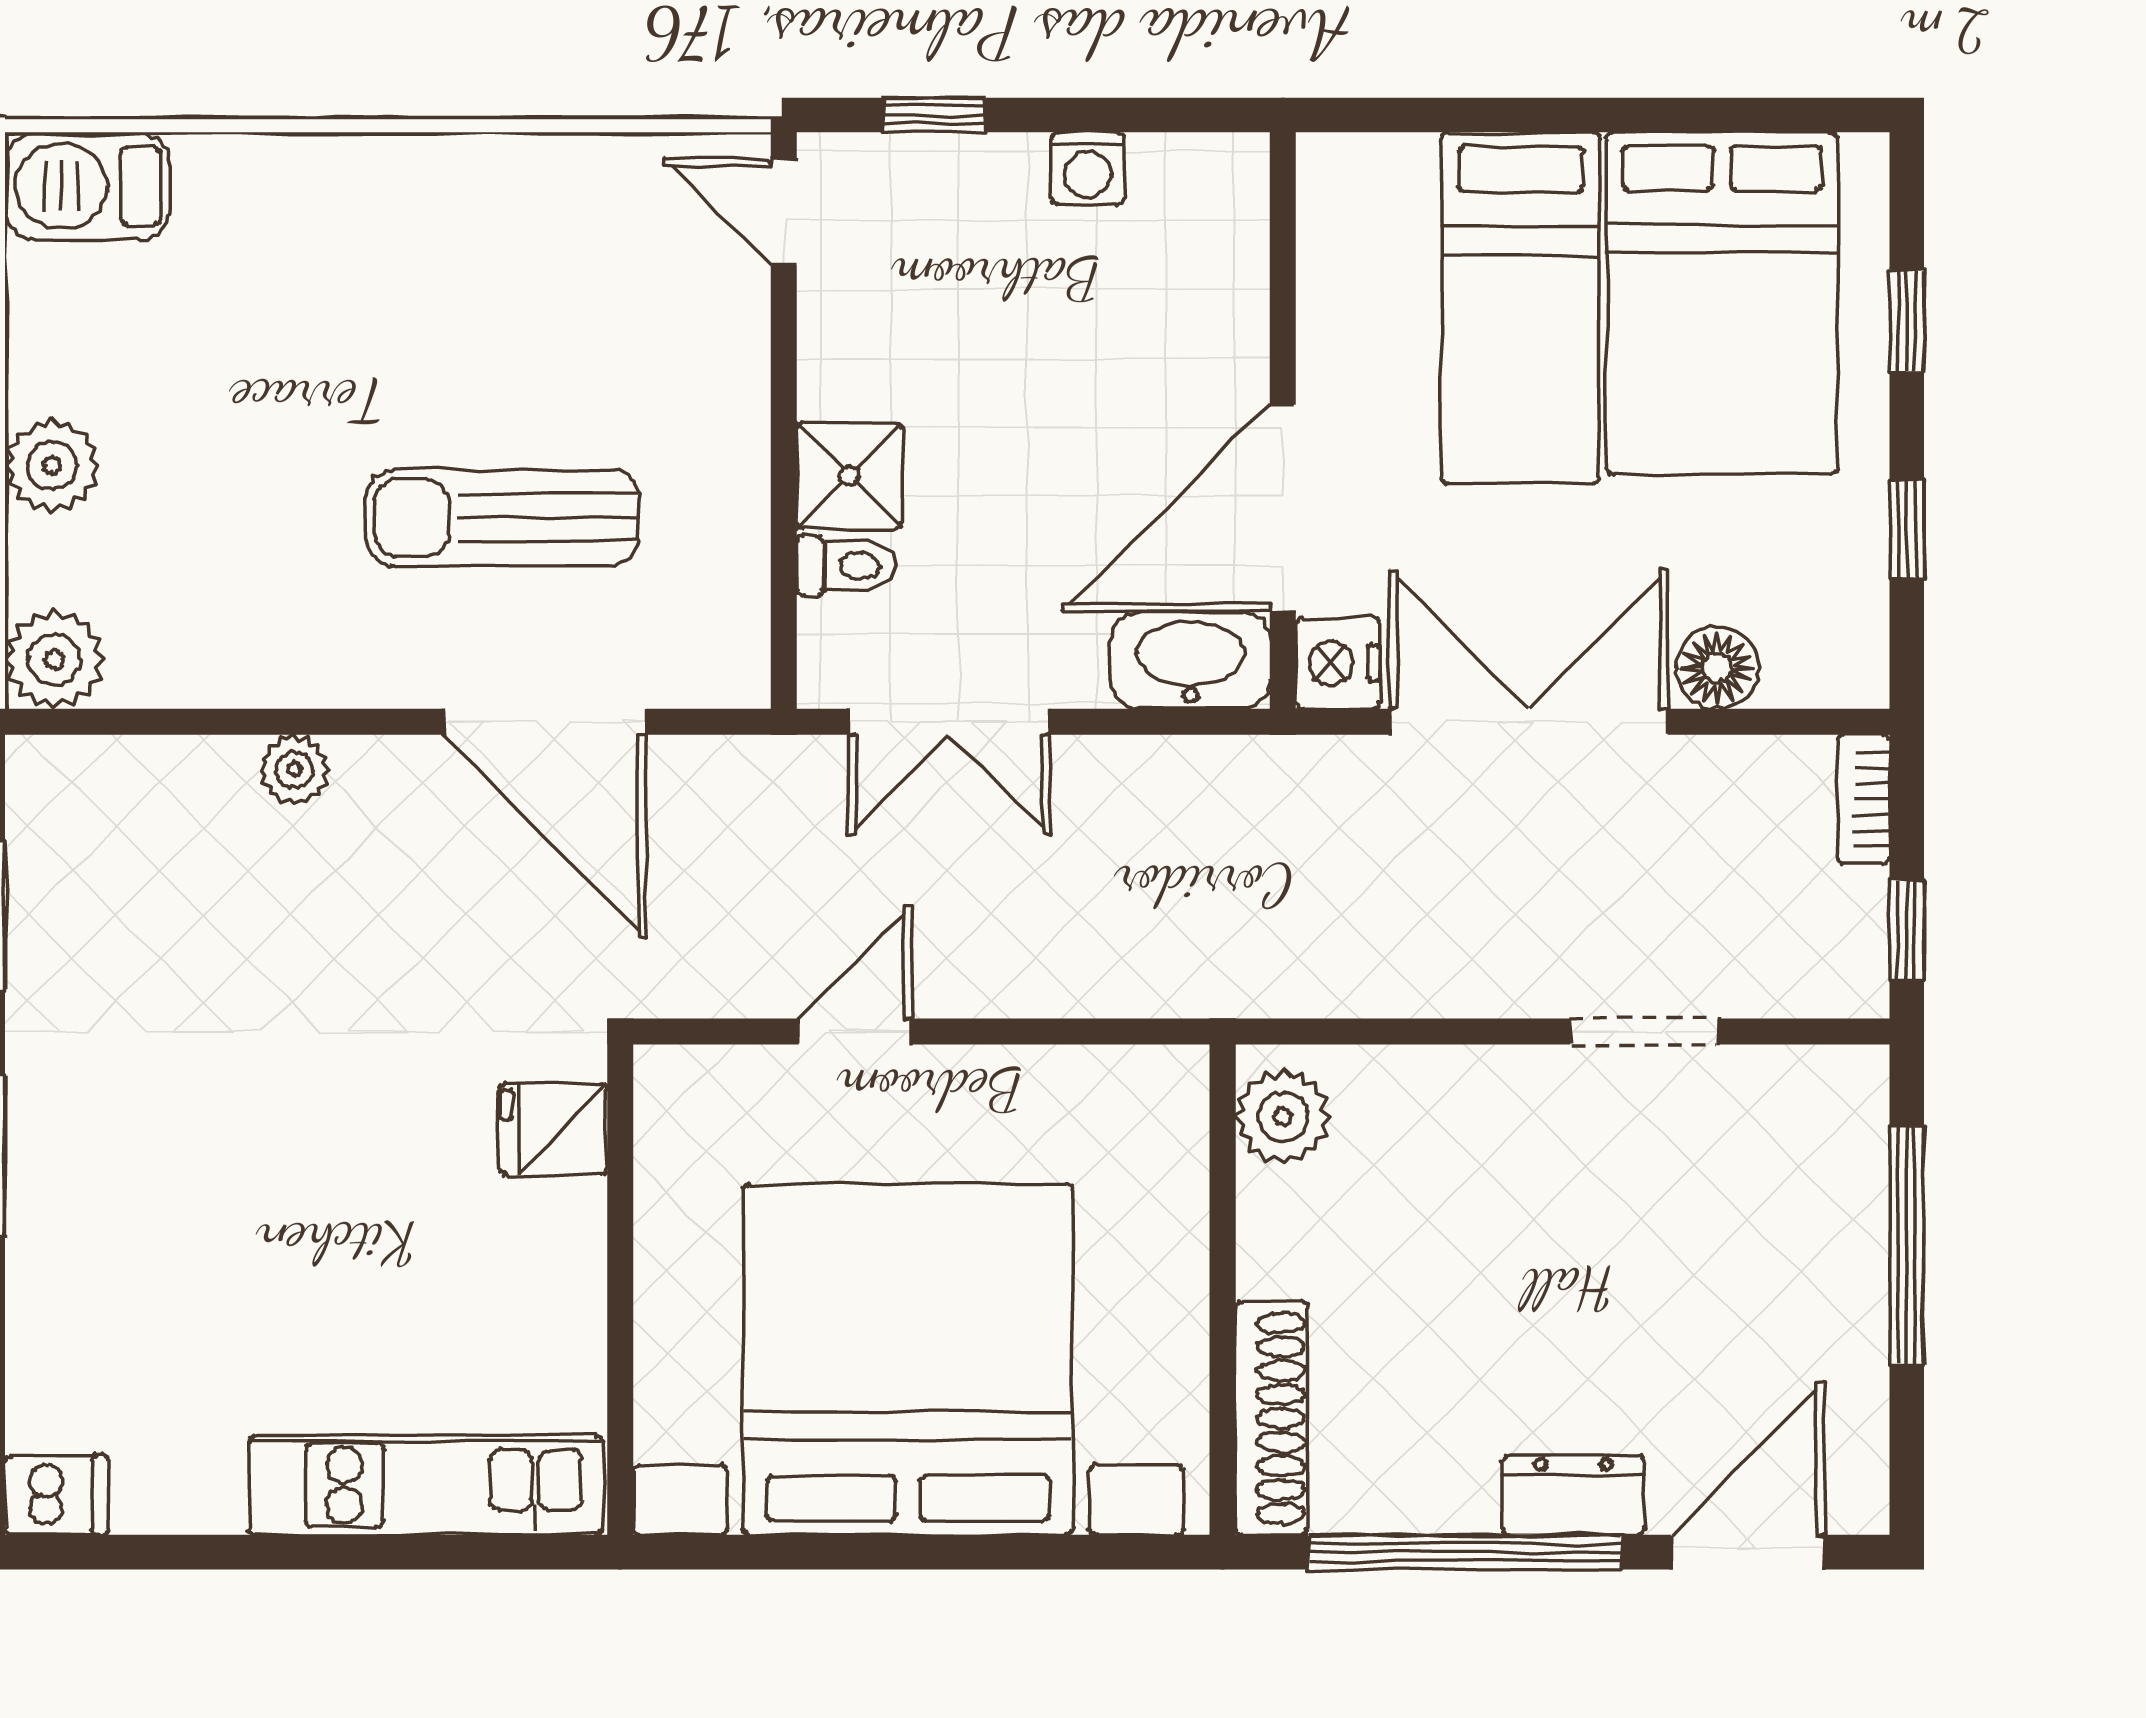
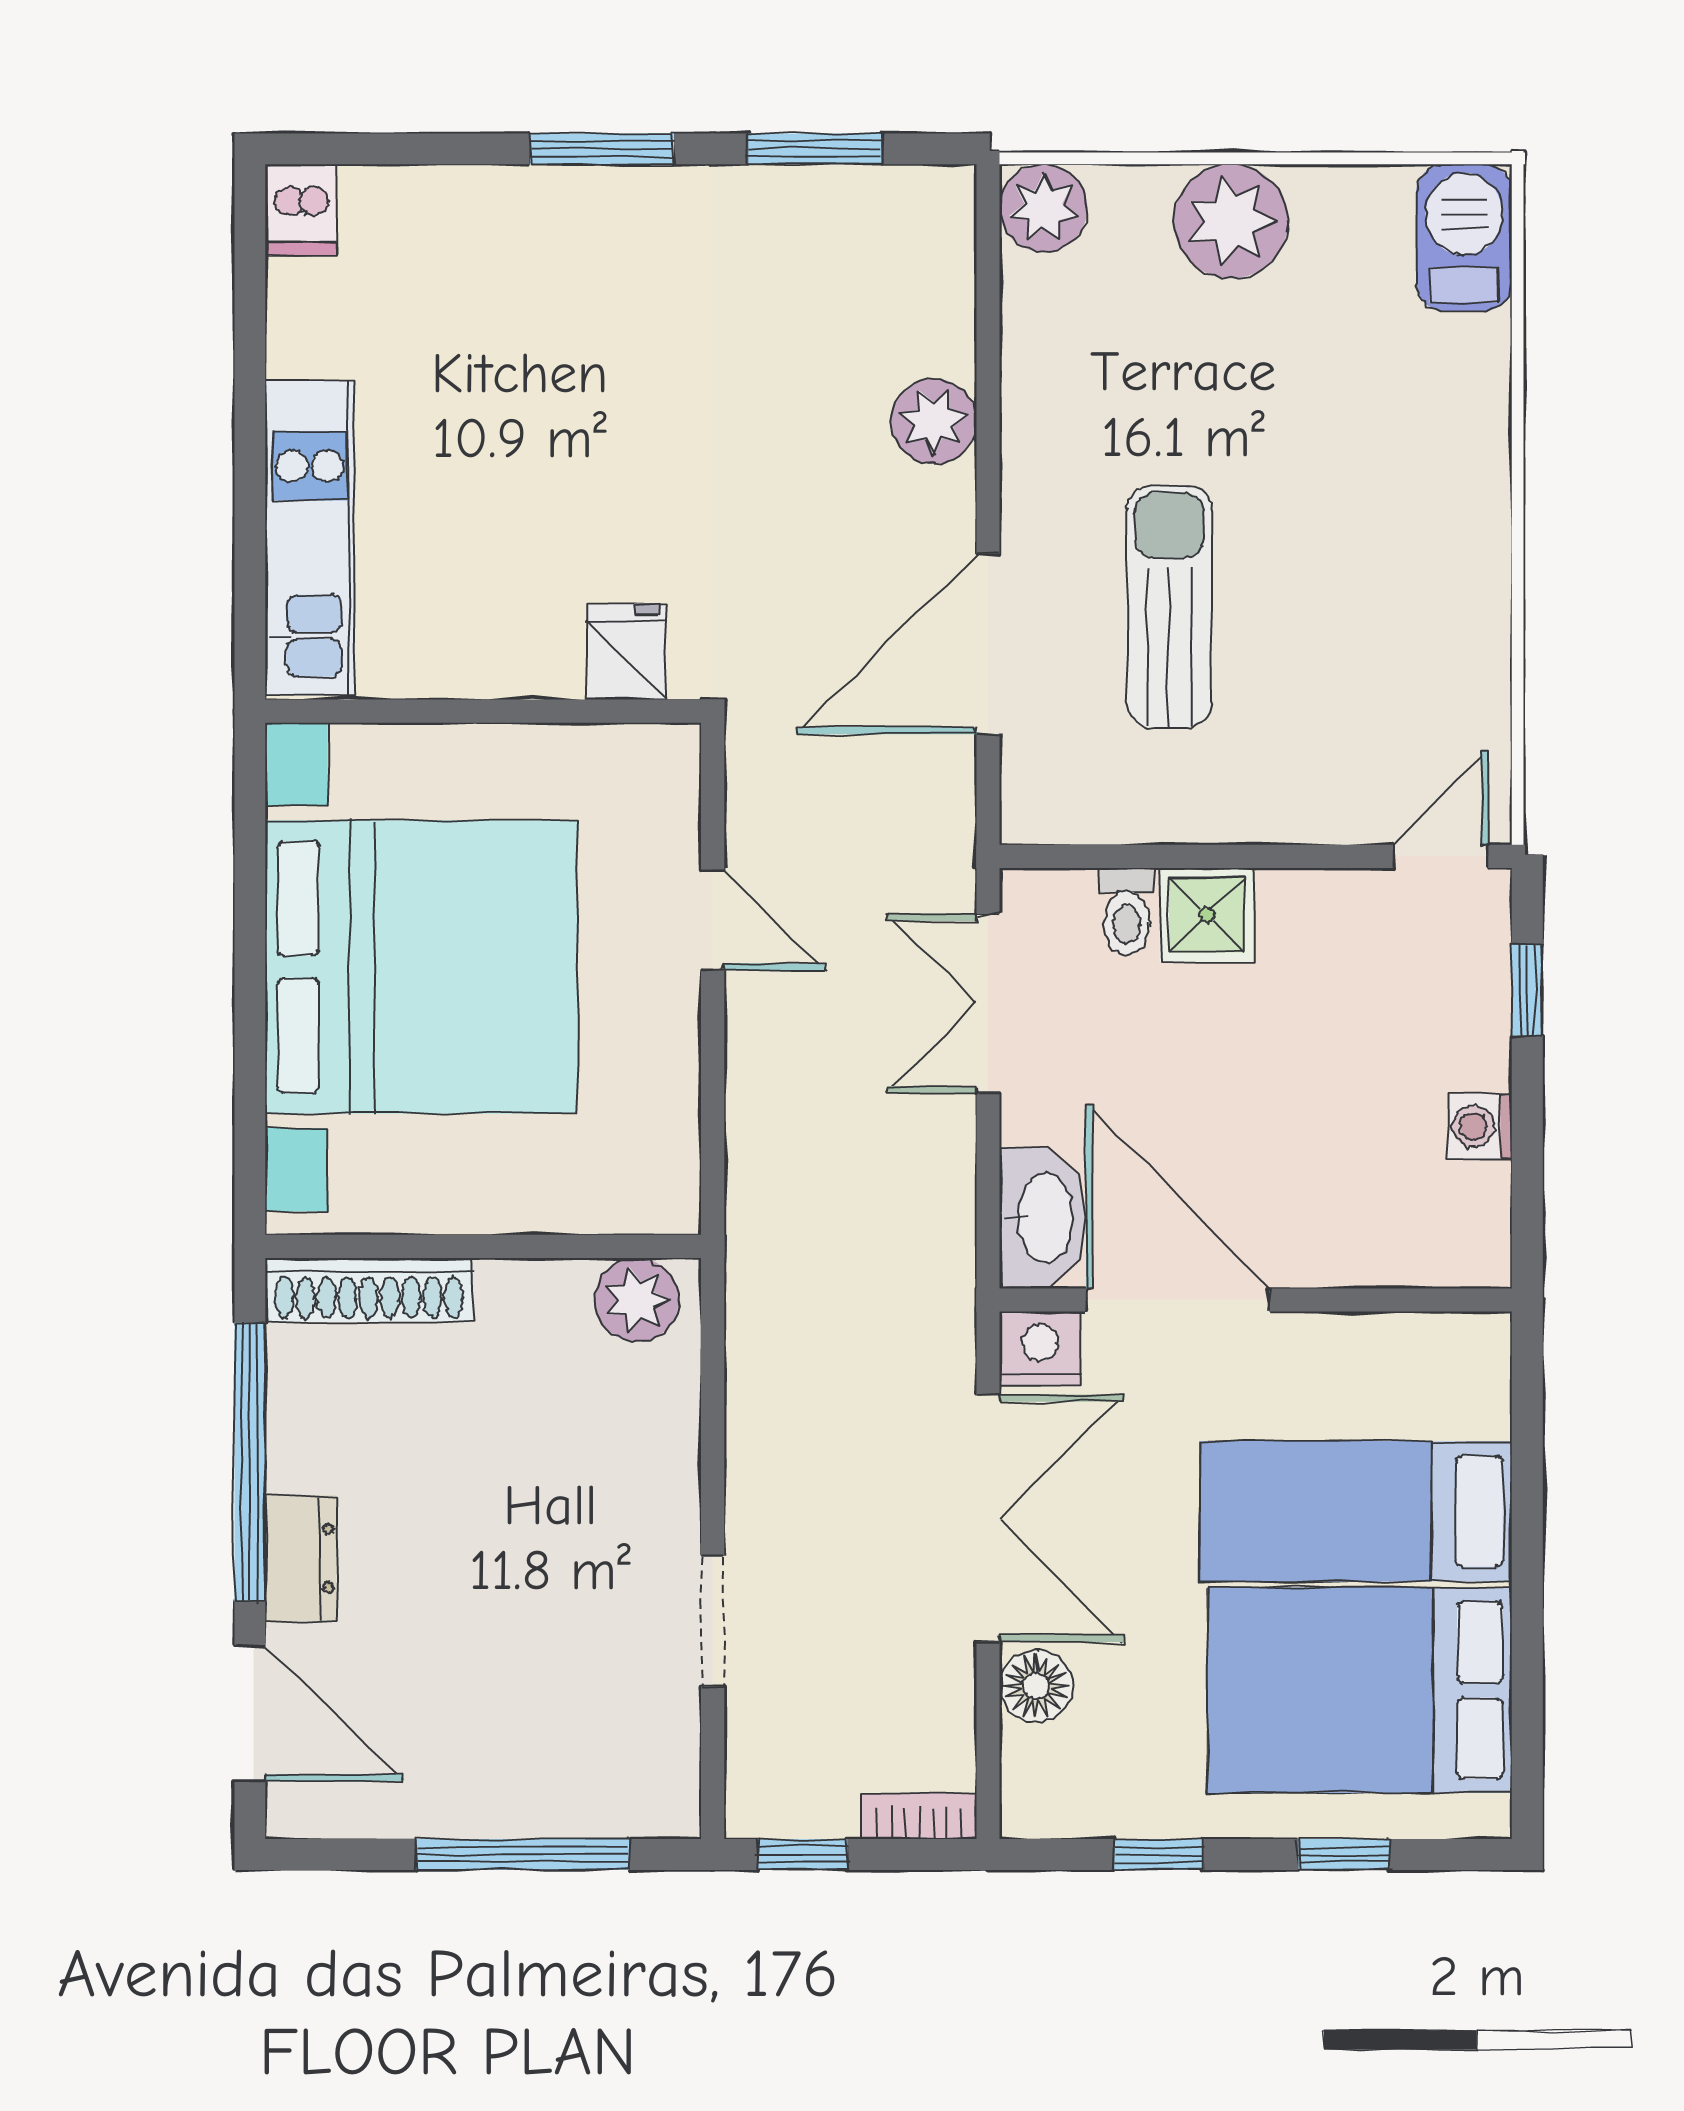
plant: (52, 466) -> (1231, 221), width x1.36, depth x1.36
plant: (294, 770) -> (934, 421), width x1.38, depth x1.38

